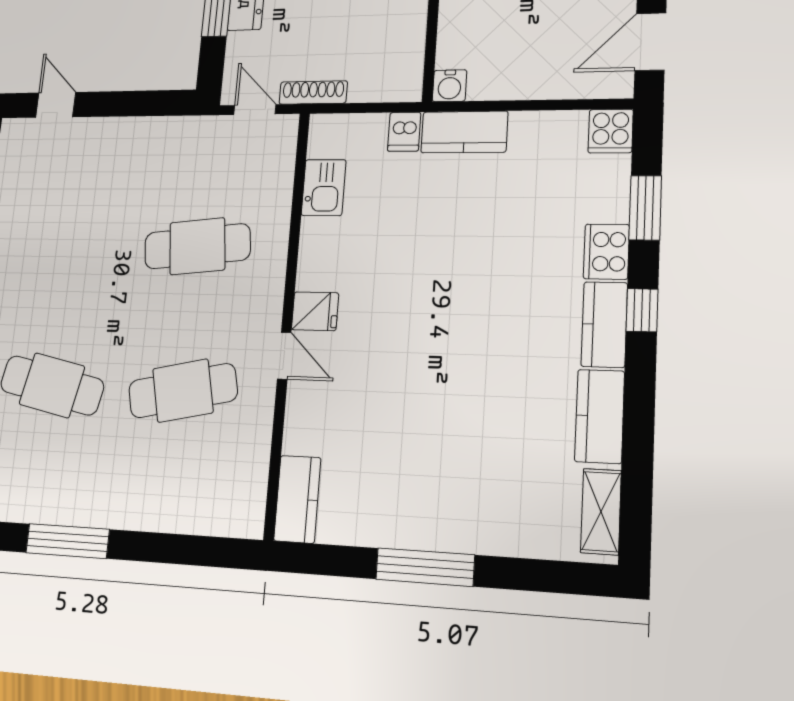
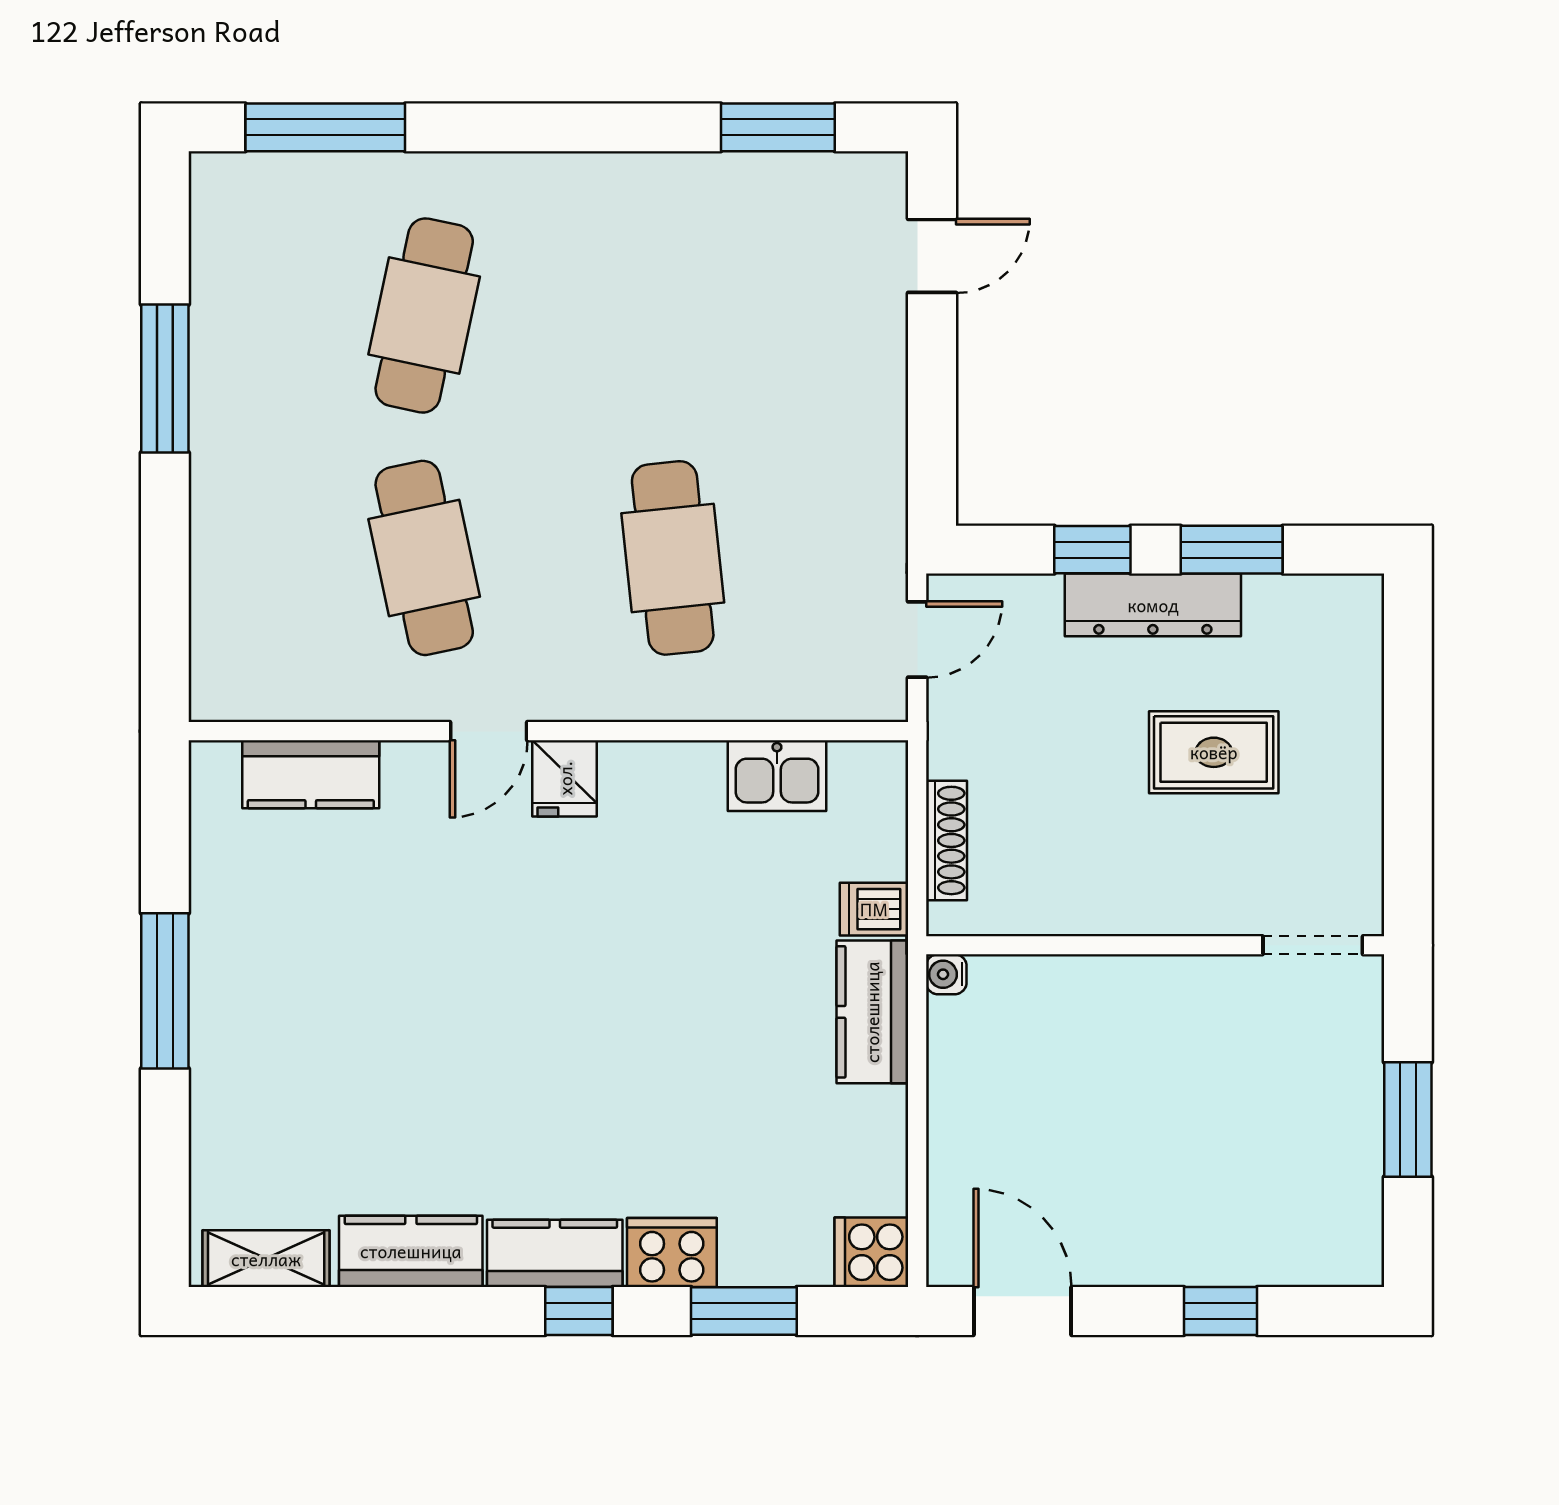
water cooler: (450, 86) -> (946, 974), width x0.72, depth x0.72
shoe rack: (313, 93) -> (946, 840), moved
kitchen counter: (297, 499) -> (311, 774), moved

